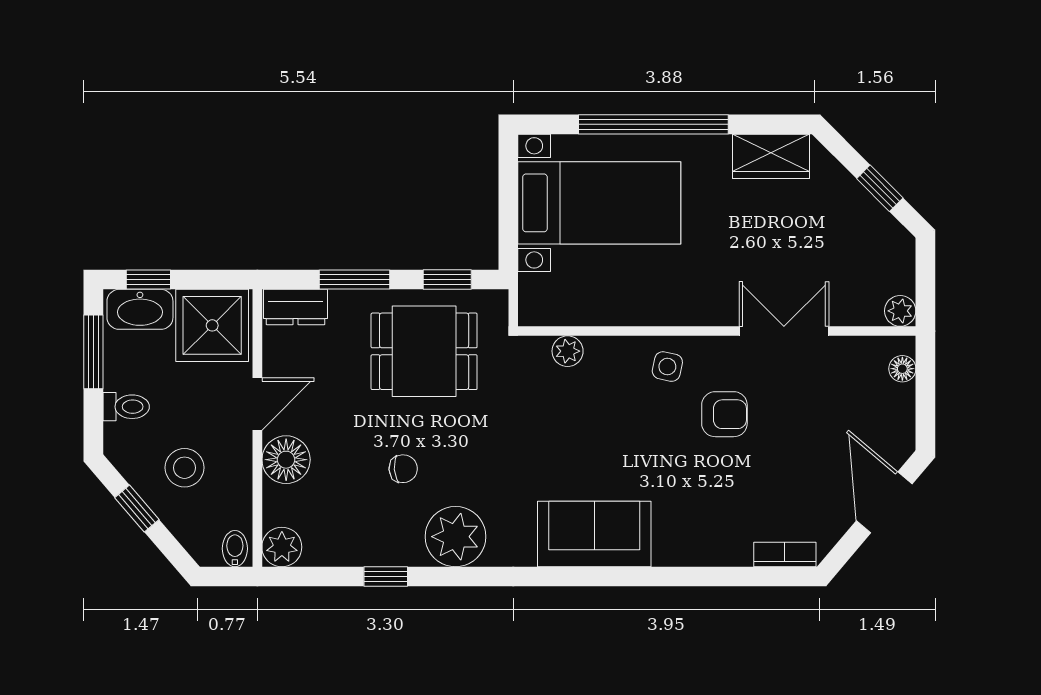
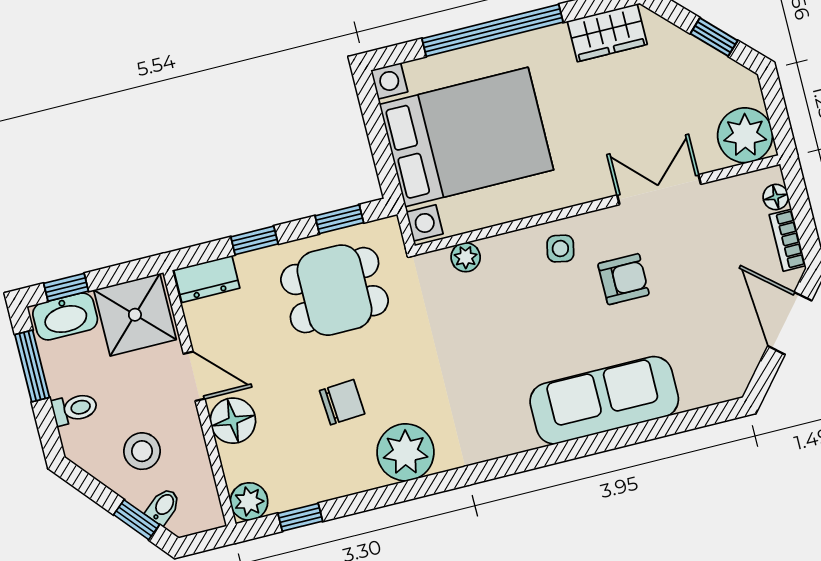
bed with nightstands: (599, 203) -> (466, 137), width x1.36
window: (354, 280) -> (254, 240), width x0.67
plant: (900, 311) -> (745, 135), width x1.88, depth x1.88
door: (257, 404) -> (194, 376), hinge flipped
chair: (403, 469) -> (342, 402), width x1.37, depth x1.37
window: (137, 509) -> (136, 520), moved
sofa: (594, 534) -> (604, 400), moved, width x1.36
bidet: (235, 549) -> (163, 506), moved, turned 49
bookcase: (785, 554) -> (787, 240), moved, turned -90
window: (386, 577) -> (300, 517), moved

